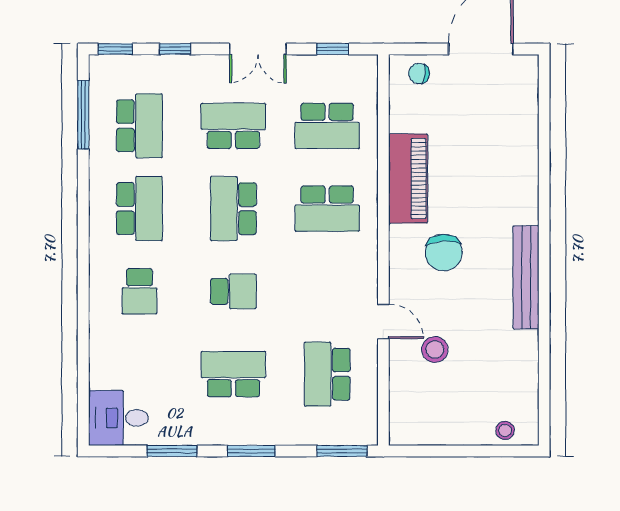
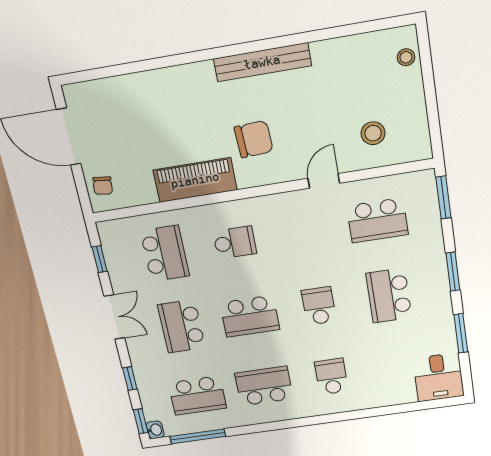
washbasin: (101, 64) -> (155, 430), added
school desk: (139, 126) -> (197, 395), turned 180
school desk: (327, 209) -> (235, 243), width x0.54
school desk: (139, 291) -> (331, 377), turned -90
stool: (435, 350) -> (373, 133), moved

